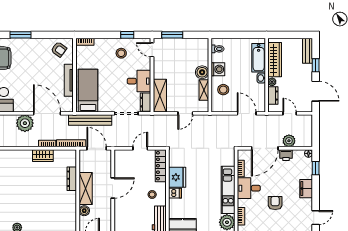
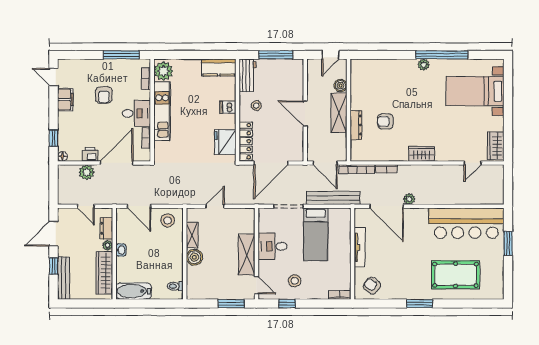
bench: (308, 51) -> (64, 278), width x1.36
bathtub: (259, 58) -> (134, 291), moved, turned -90
washing machine: (218, 69) -> (175, 261), removed
stool: (223, 90) -> (168, 220), moved
bed: (88, 91) -> (316, 234), moved
door: (316, 91) -> (54, 234), hinge flipped
shelving: (160, 96) -> (247, 255), moved
dresser: (145, 102) -> (265, 220), removed
plant: (25, 123) -> (409, 199), width x0.53, depth x0.53
door: (140, 148) -> (271, 163), width x1.87
wardrobe: (43, 156) -> (422, 154), moved
fridge: (177, 177) -> (225, 142), moved
armchair: (48, 182) -> (385, 121), added
door: (113, 188) -> (305, 114), hinge flipped
filing cabinet: (306, 189) -> (65, 100), moved
door: (316, 218) -> (54, 77), hinge flipped

